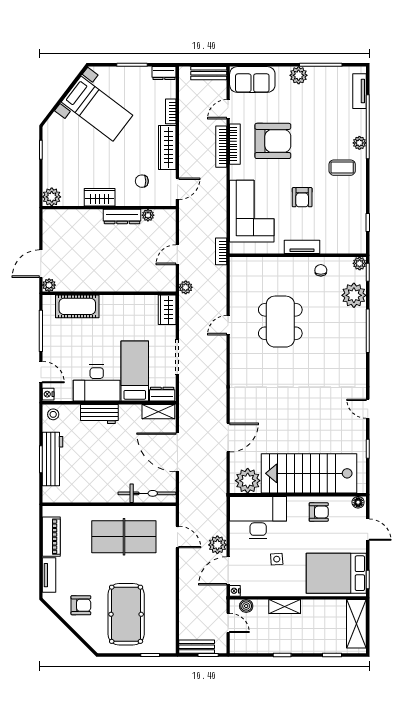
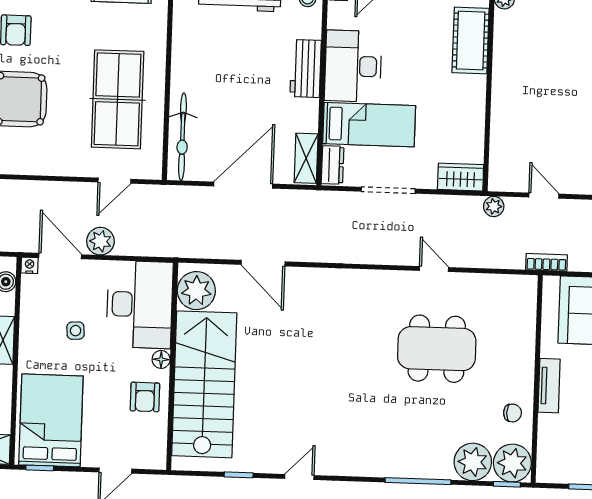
plant: (360, 263) -> (512, 463), width x1.87, depth x1.87
floor lamp: (358, 502) -> (161, 359), moved

